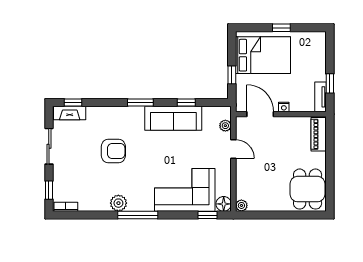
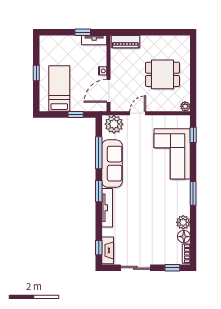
bed: (263, 55) -> (59, 88), width x0.67
window: (186, 102) -> (99, 153), width x2.17
tv unit: (121, 112) -> (107, 208), added
plant: (225, 126) -> (114, 124), width x1.88, depth x1.88
armchair: (113, 151) -> (139, 214), removed
dining table: (308, 189) -> (163, 74), moved
plant: (118, 203) -> (183, 222), moved
floor lamp: (224, 204) -> (184, 237), moved
window: (138, 215) -> (193, 193), width x0.69

